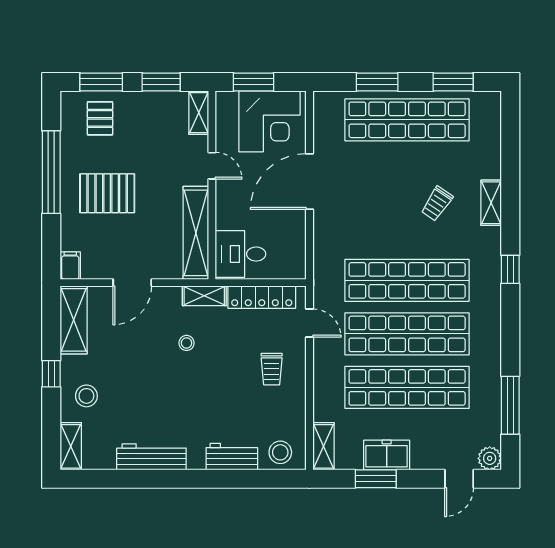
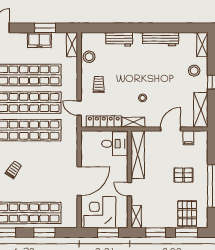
pallet: (100, 118) -> (187, 214), width x1.50, depth x1.42
pallet: (107, 193) -> (183, 175), width x0.67, depth x0.71
filing cabinet: (70, 266) -> (188, 138), moved
stool: (280, 452) -> (89, 57), moved

